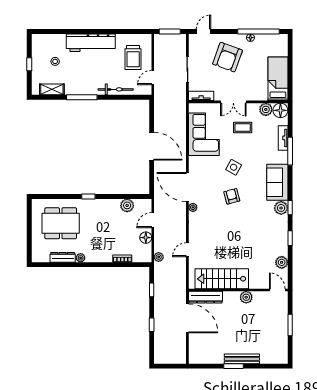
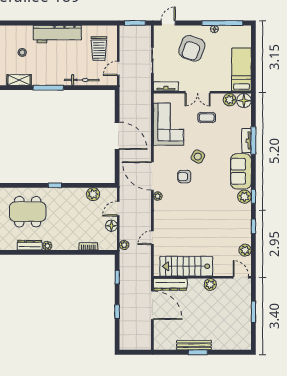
tv unit: (283, 138) -> (247, 141), moved
armchair: (232, 196) -> (184, 177), moved, turned -75
bench: (242, 359) -> (194, 345), moved

